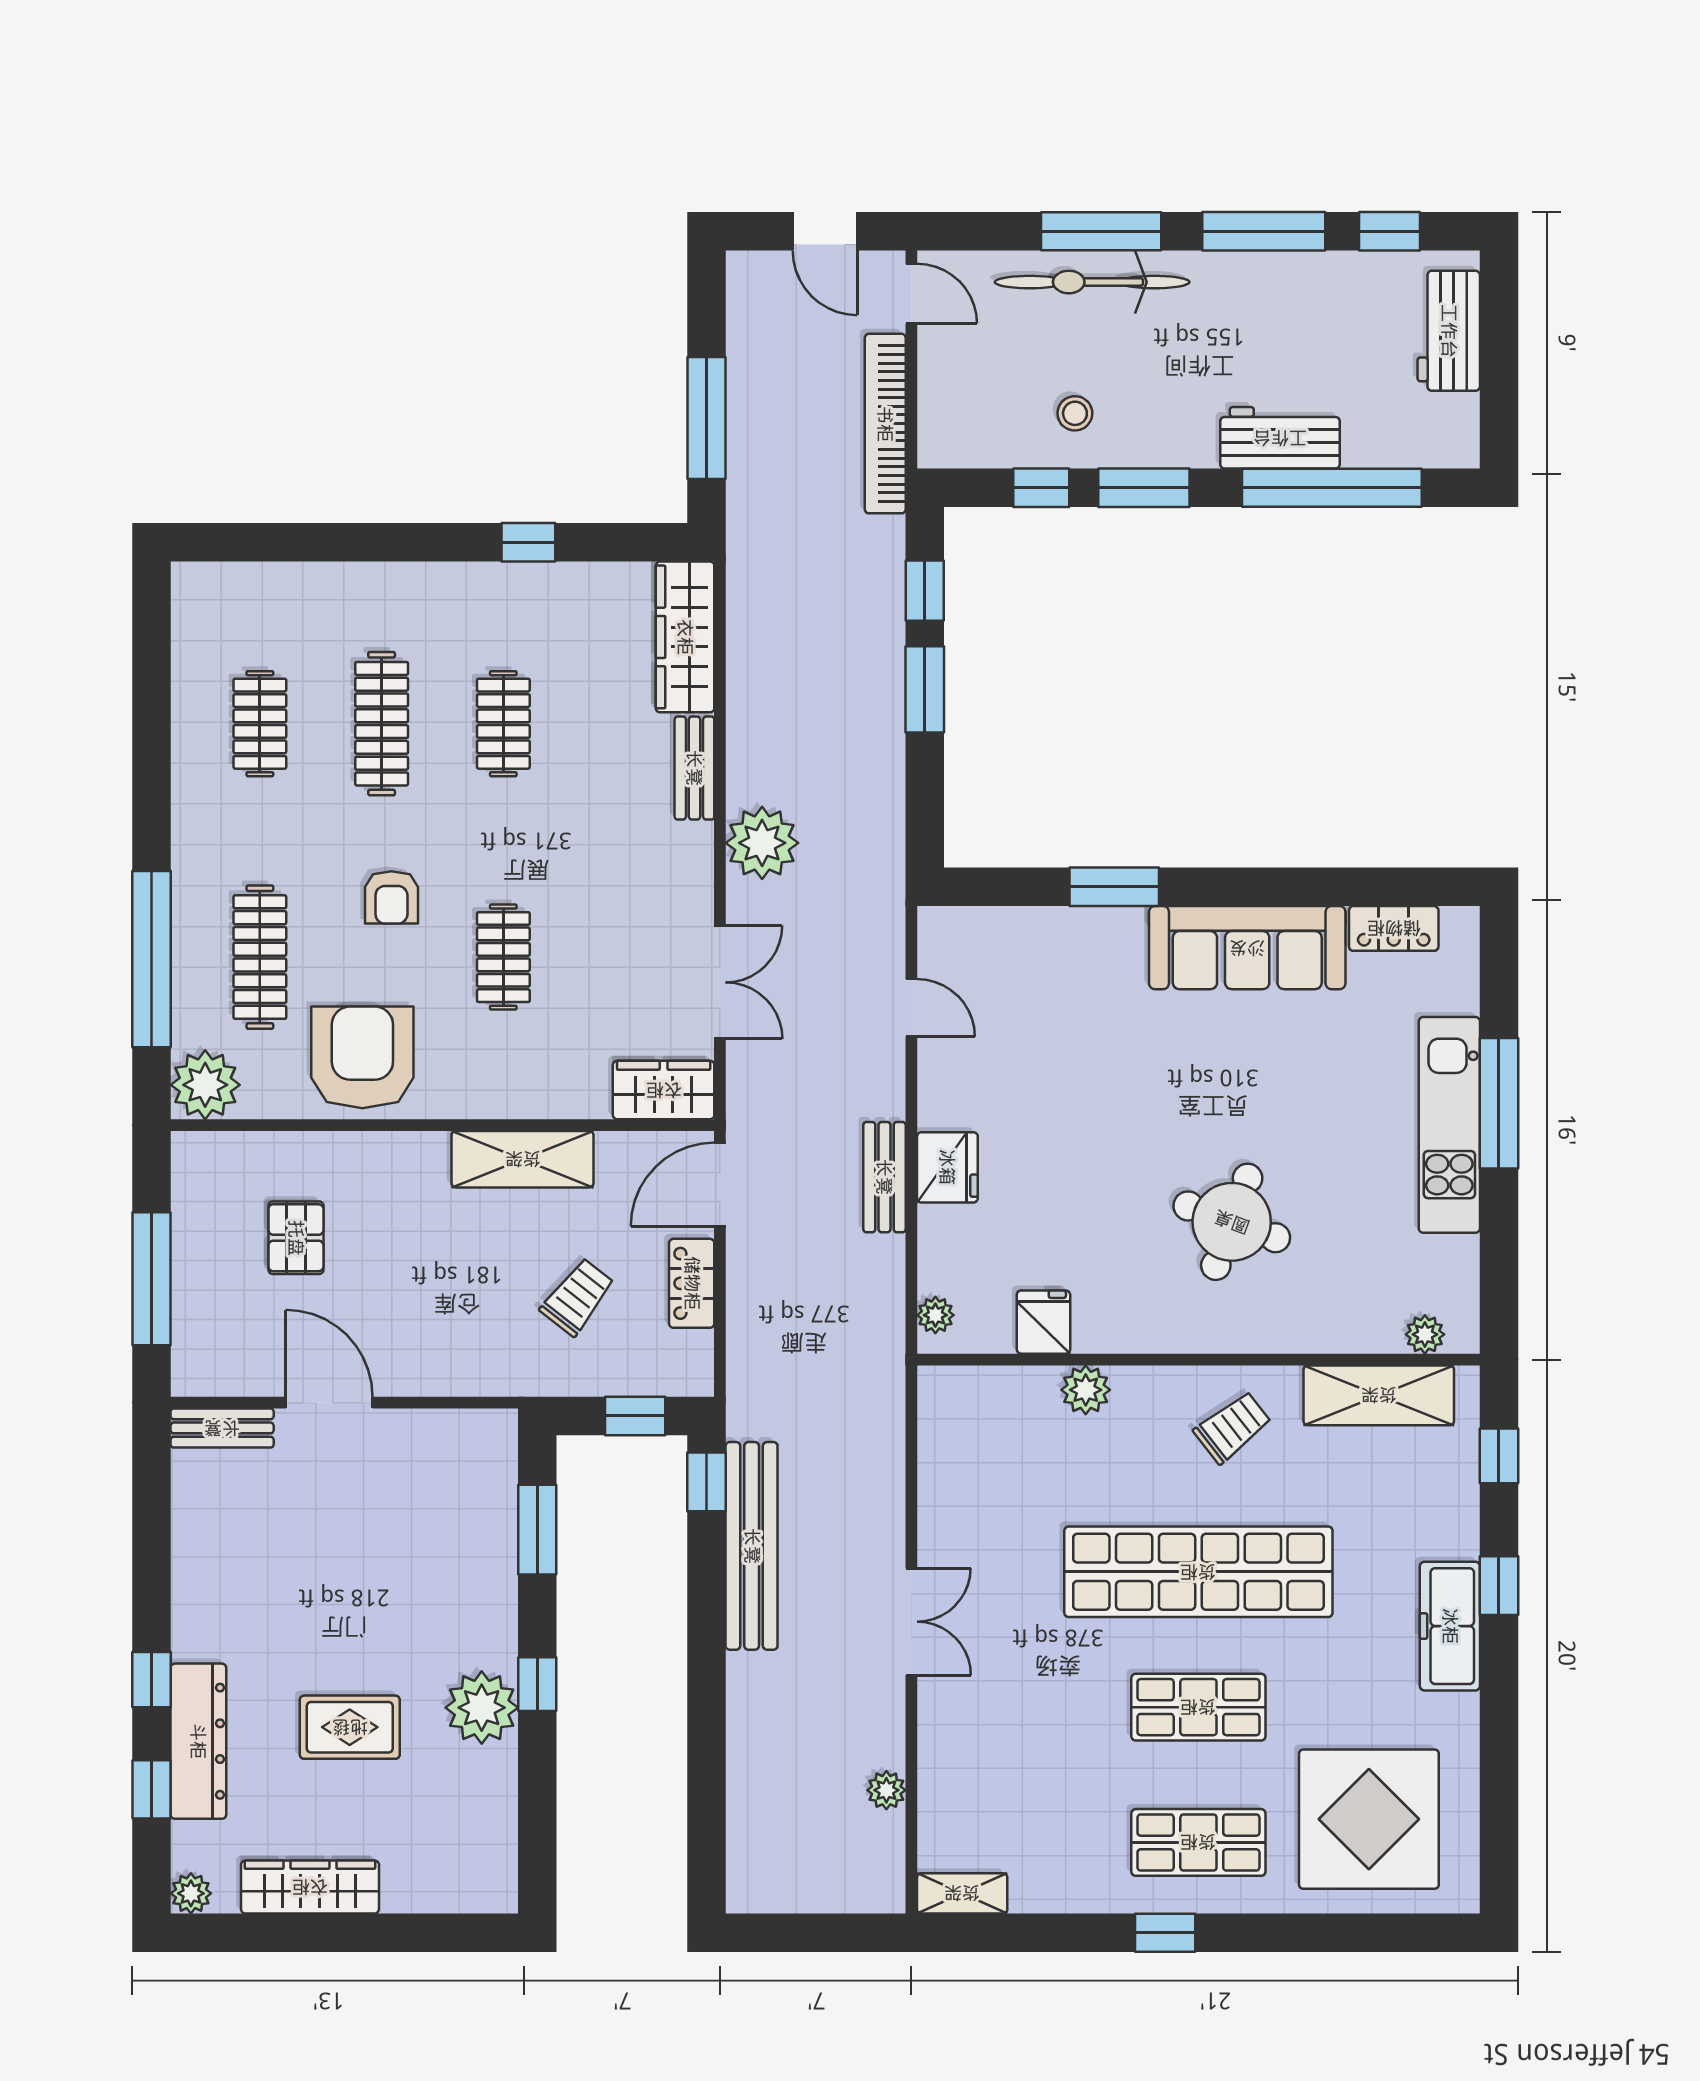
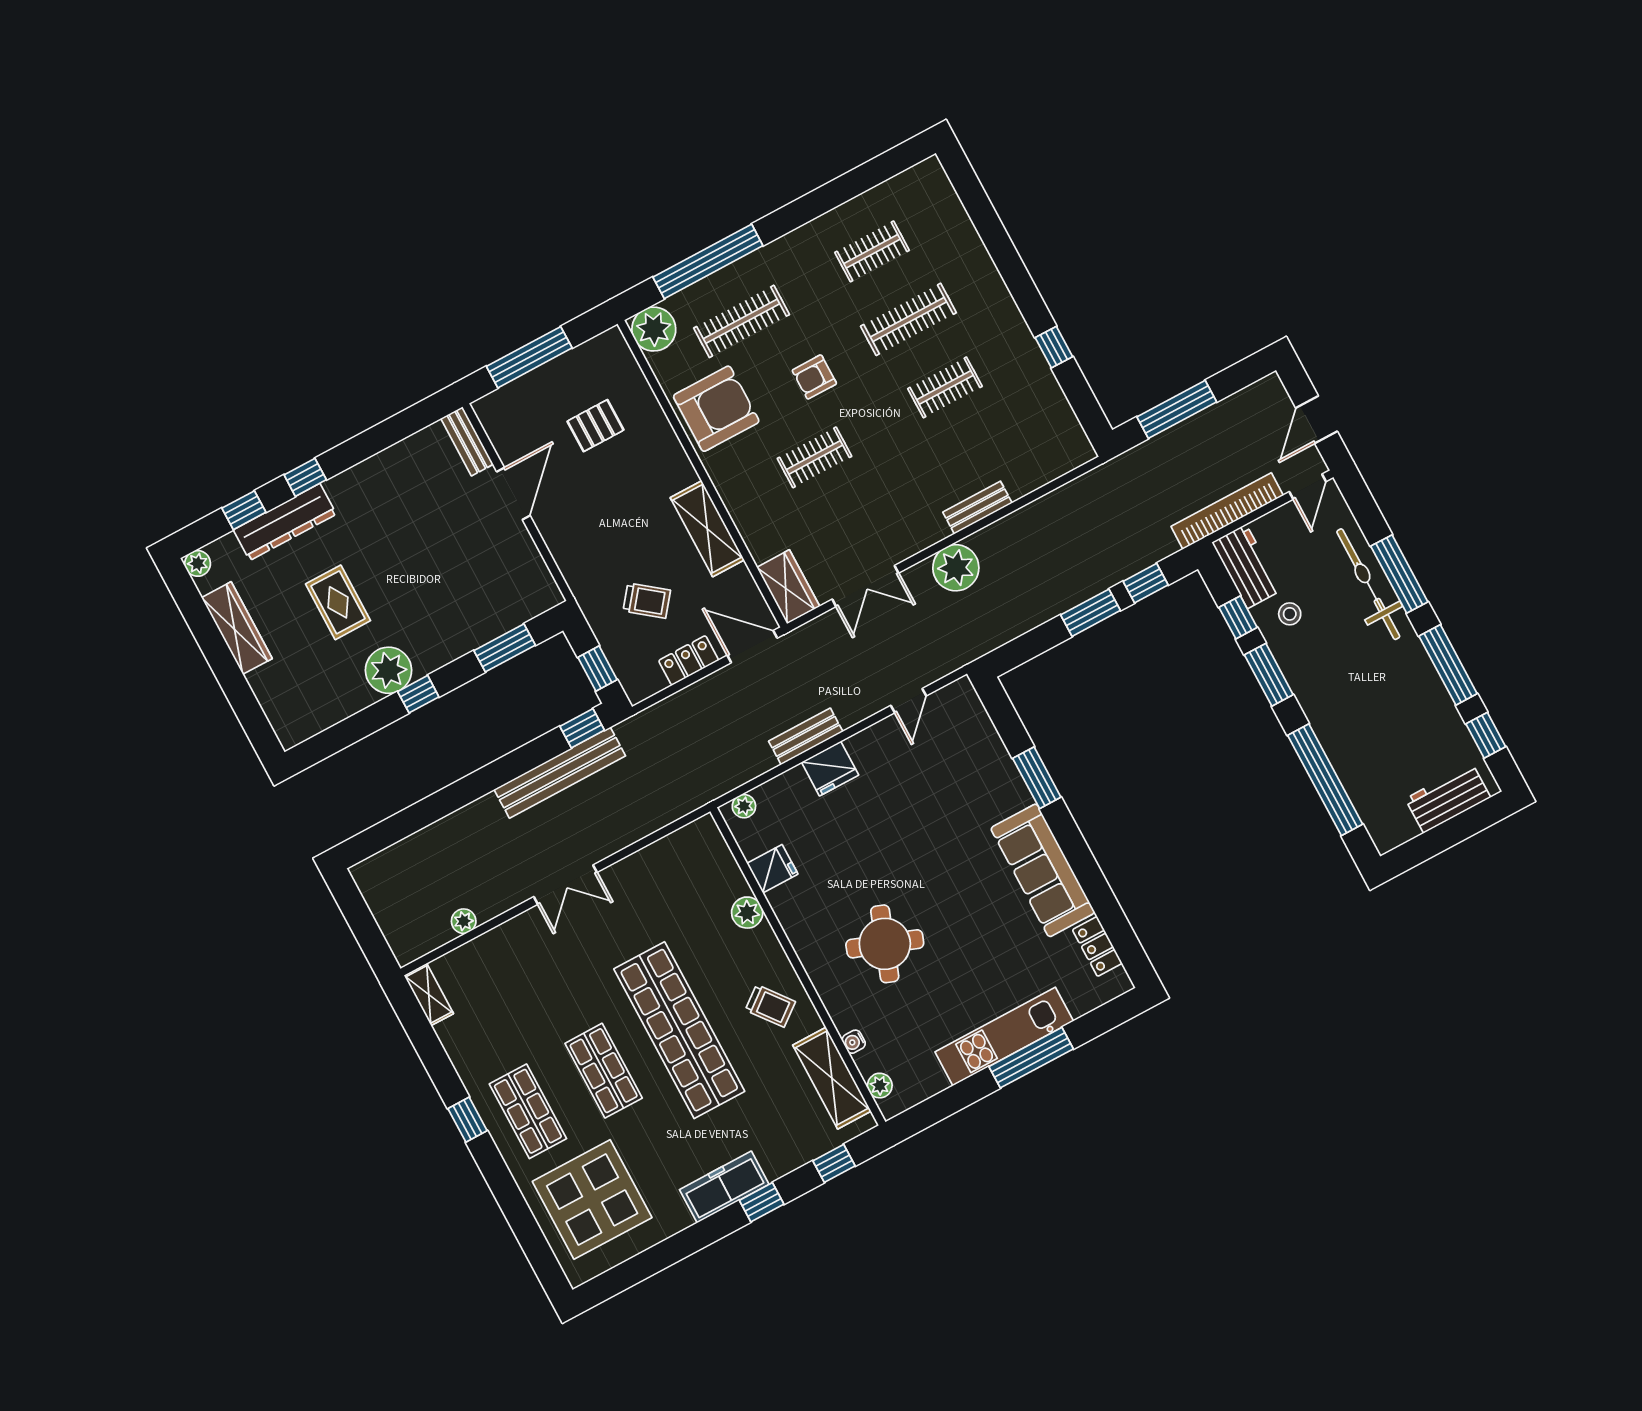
workbench: (1280, 438) -> (1247, 566), moved
wardrobe: (685, 637) -> (1048, 463), removed
water cooler: (1344, 1338) -> (854, 1042), added

